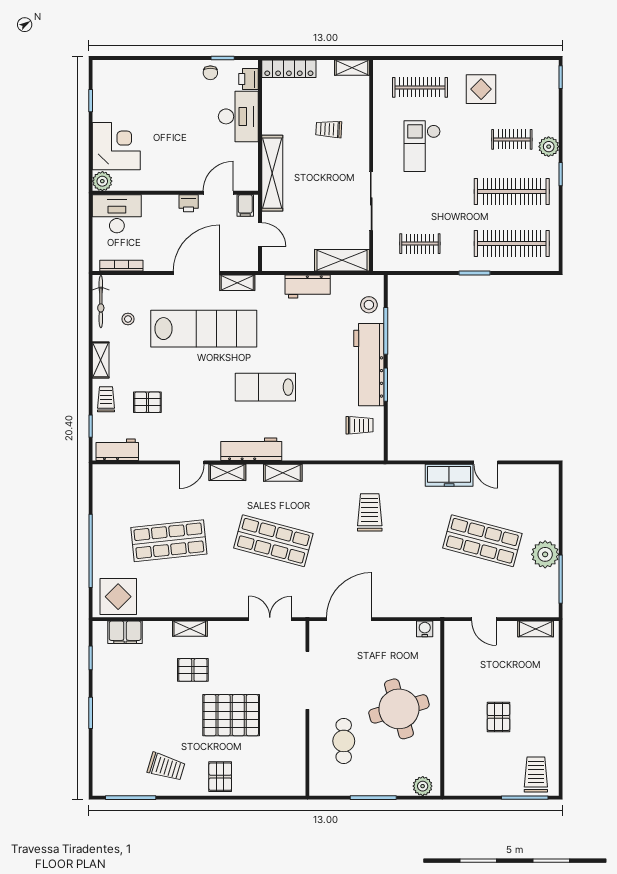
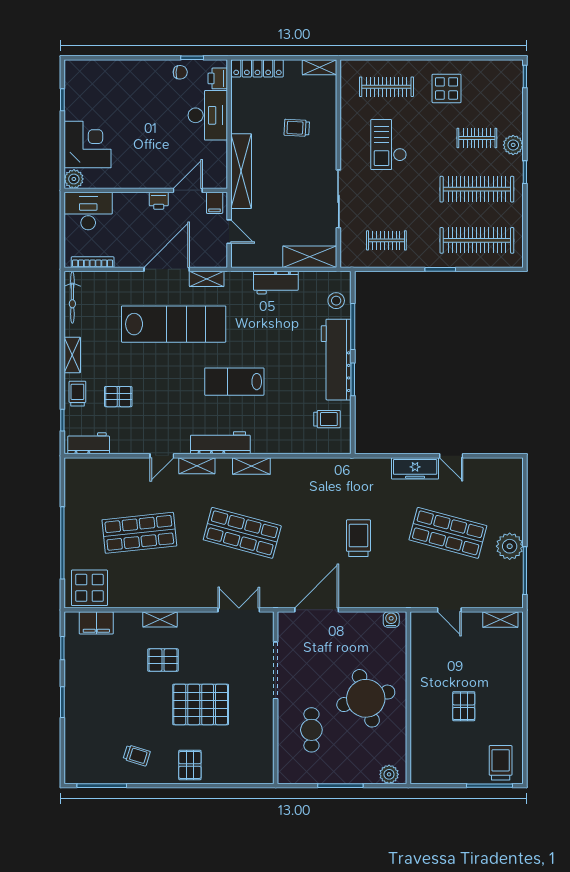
chair: (210, 73) -> (180, 72), turned -87
stool: (128, 319) -> (99, 315), removed
trolley: (370, 512) -> (358, 538), moved
trolley: (166, 767) -> (137, 755), width x0.73, depth x0.72

